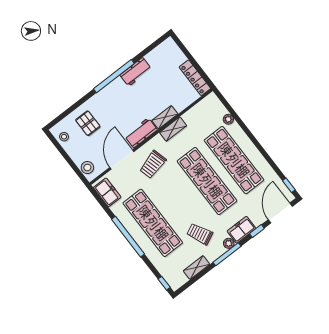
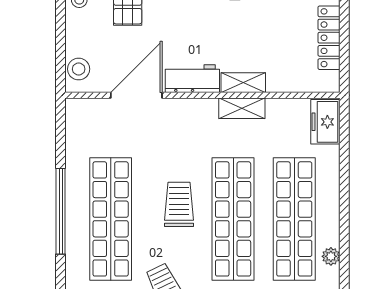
locker: (195, 78) -> (329, 38), moved
plant: (228, 119) -> (331, 256), moved
trolley: (153, 165) -> (179, 204), moved, turned 105
freezer: (107, 192) -> (325, 122), moved, turned 180

